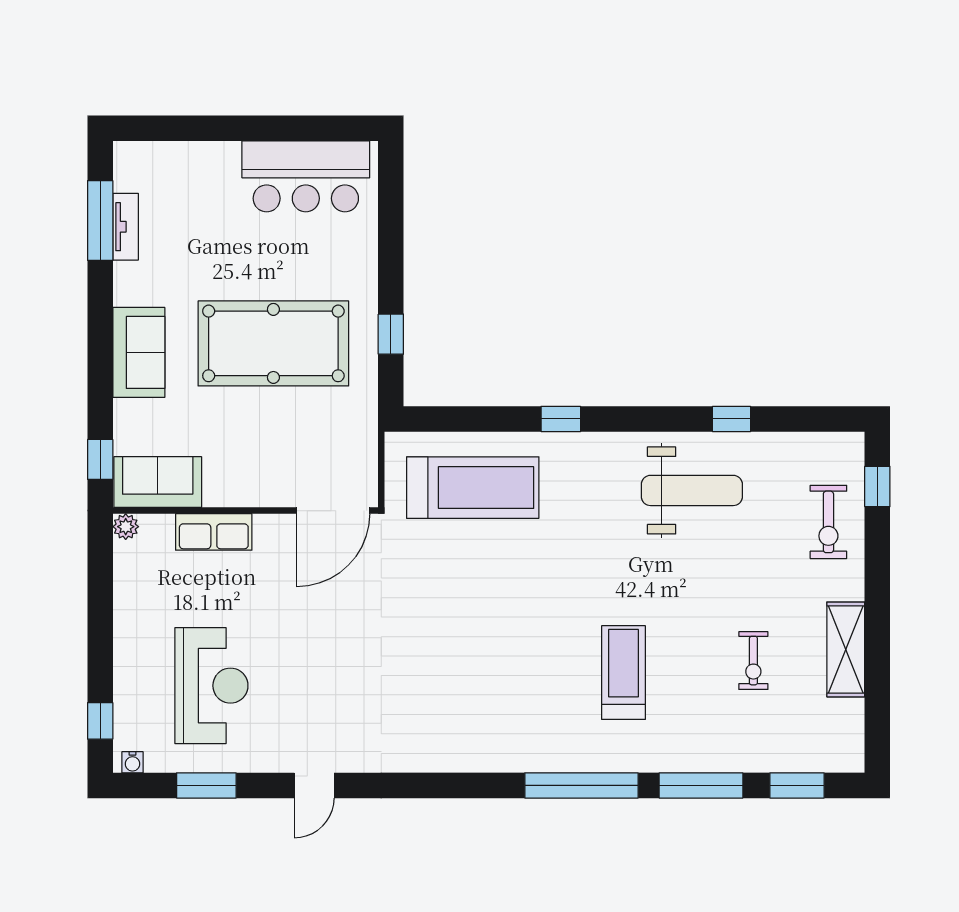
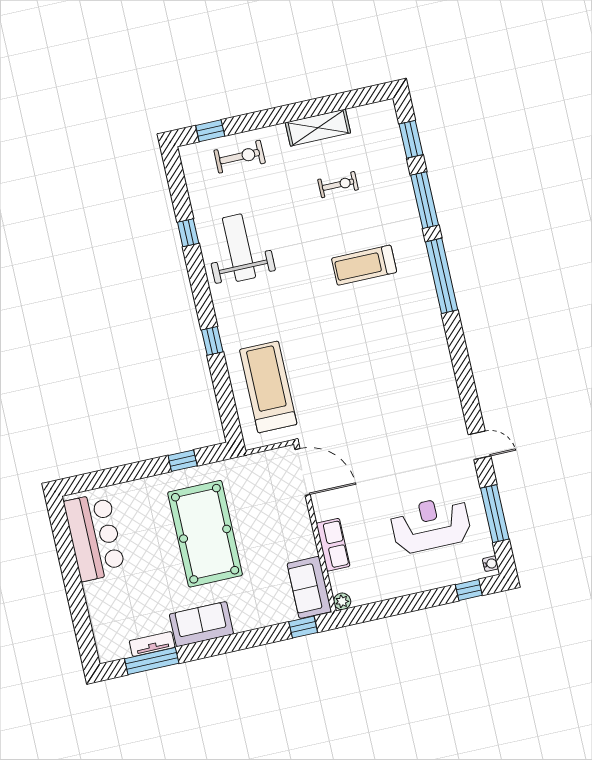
sofa: (139, 352) -> (201, 624), moved
window: (206, 785) -> (495, 514), width x1.44

